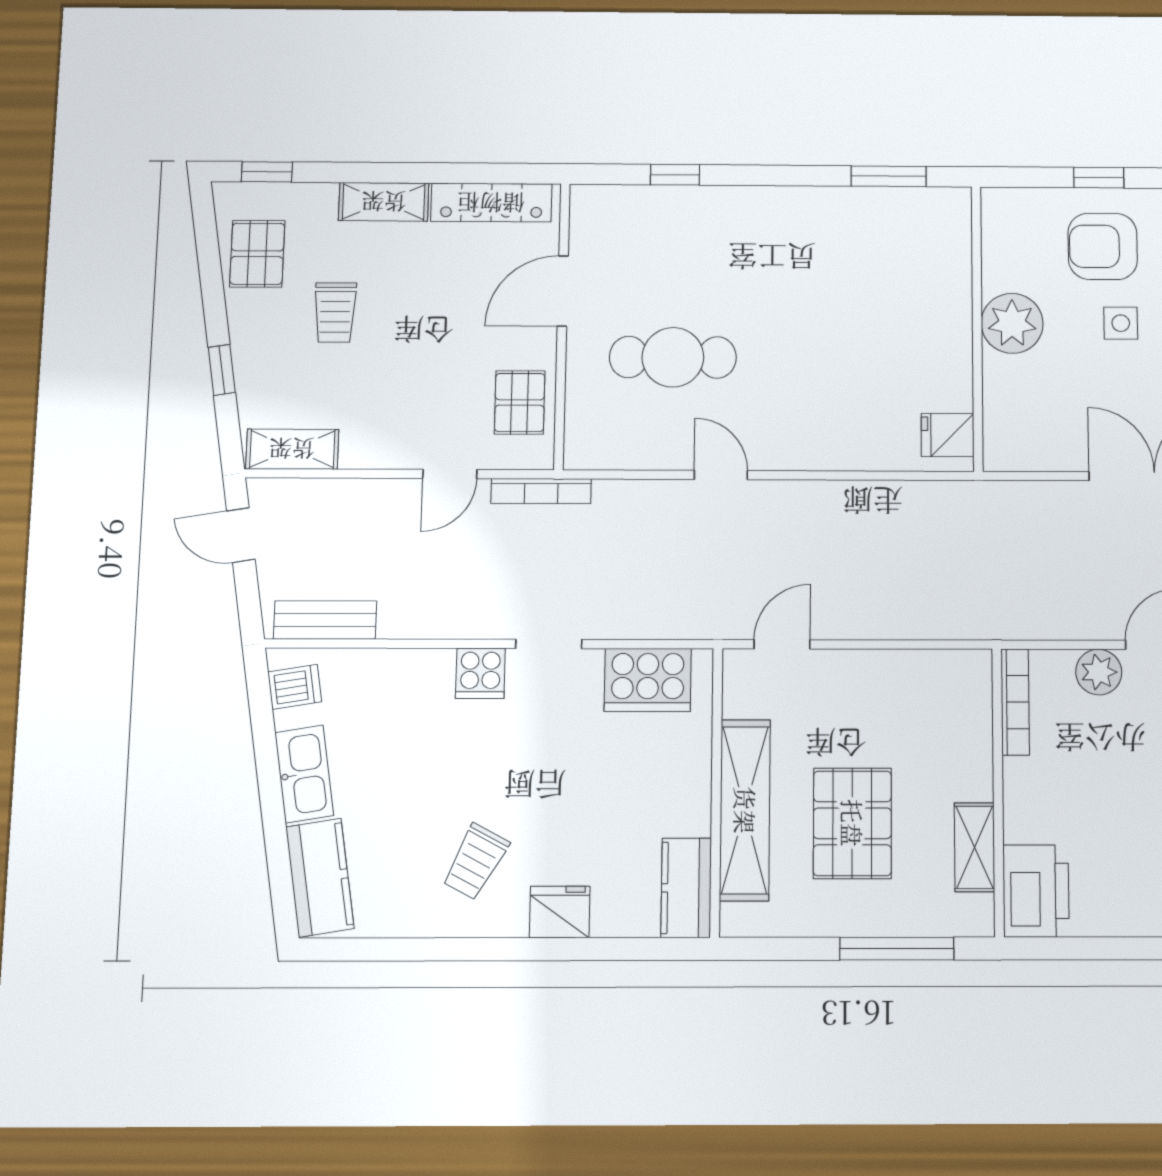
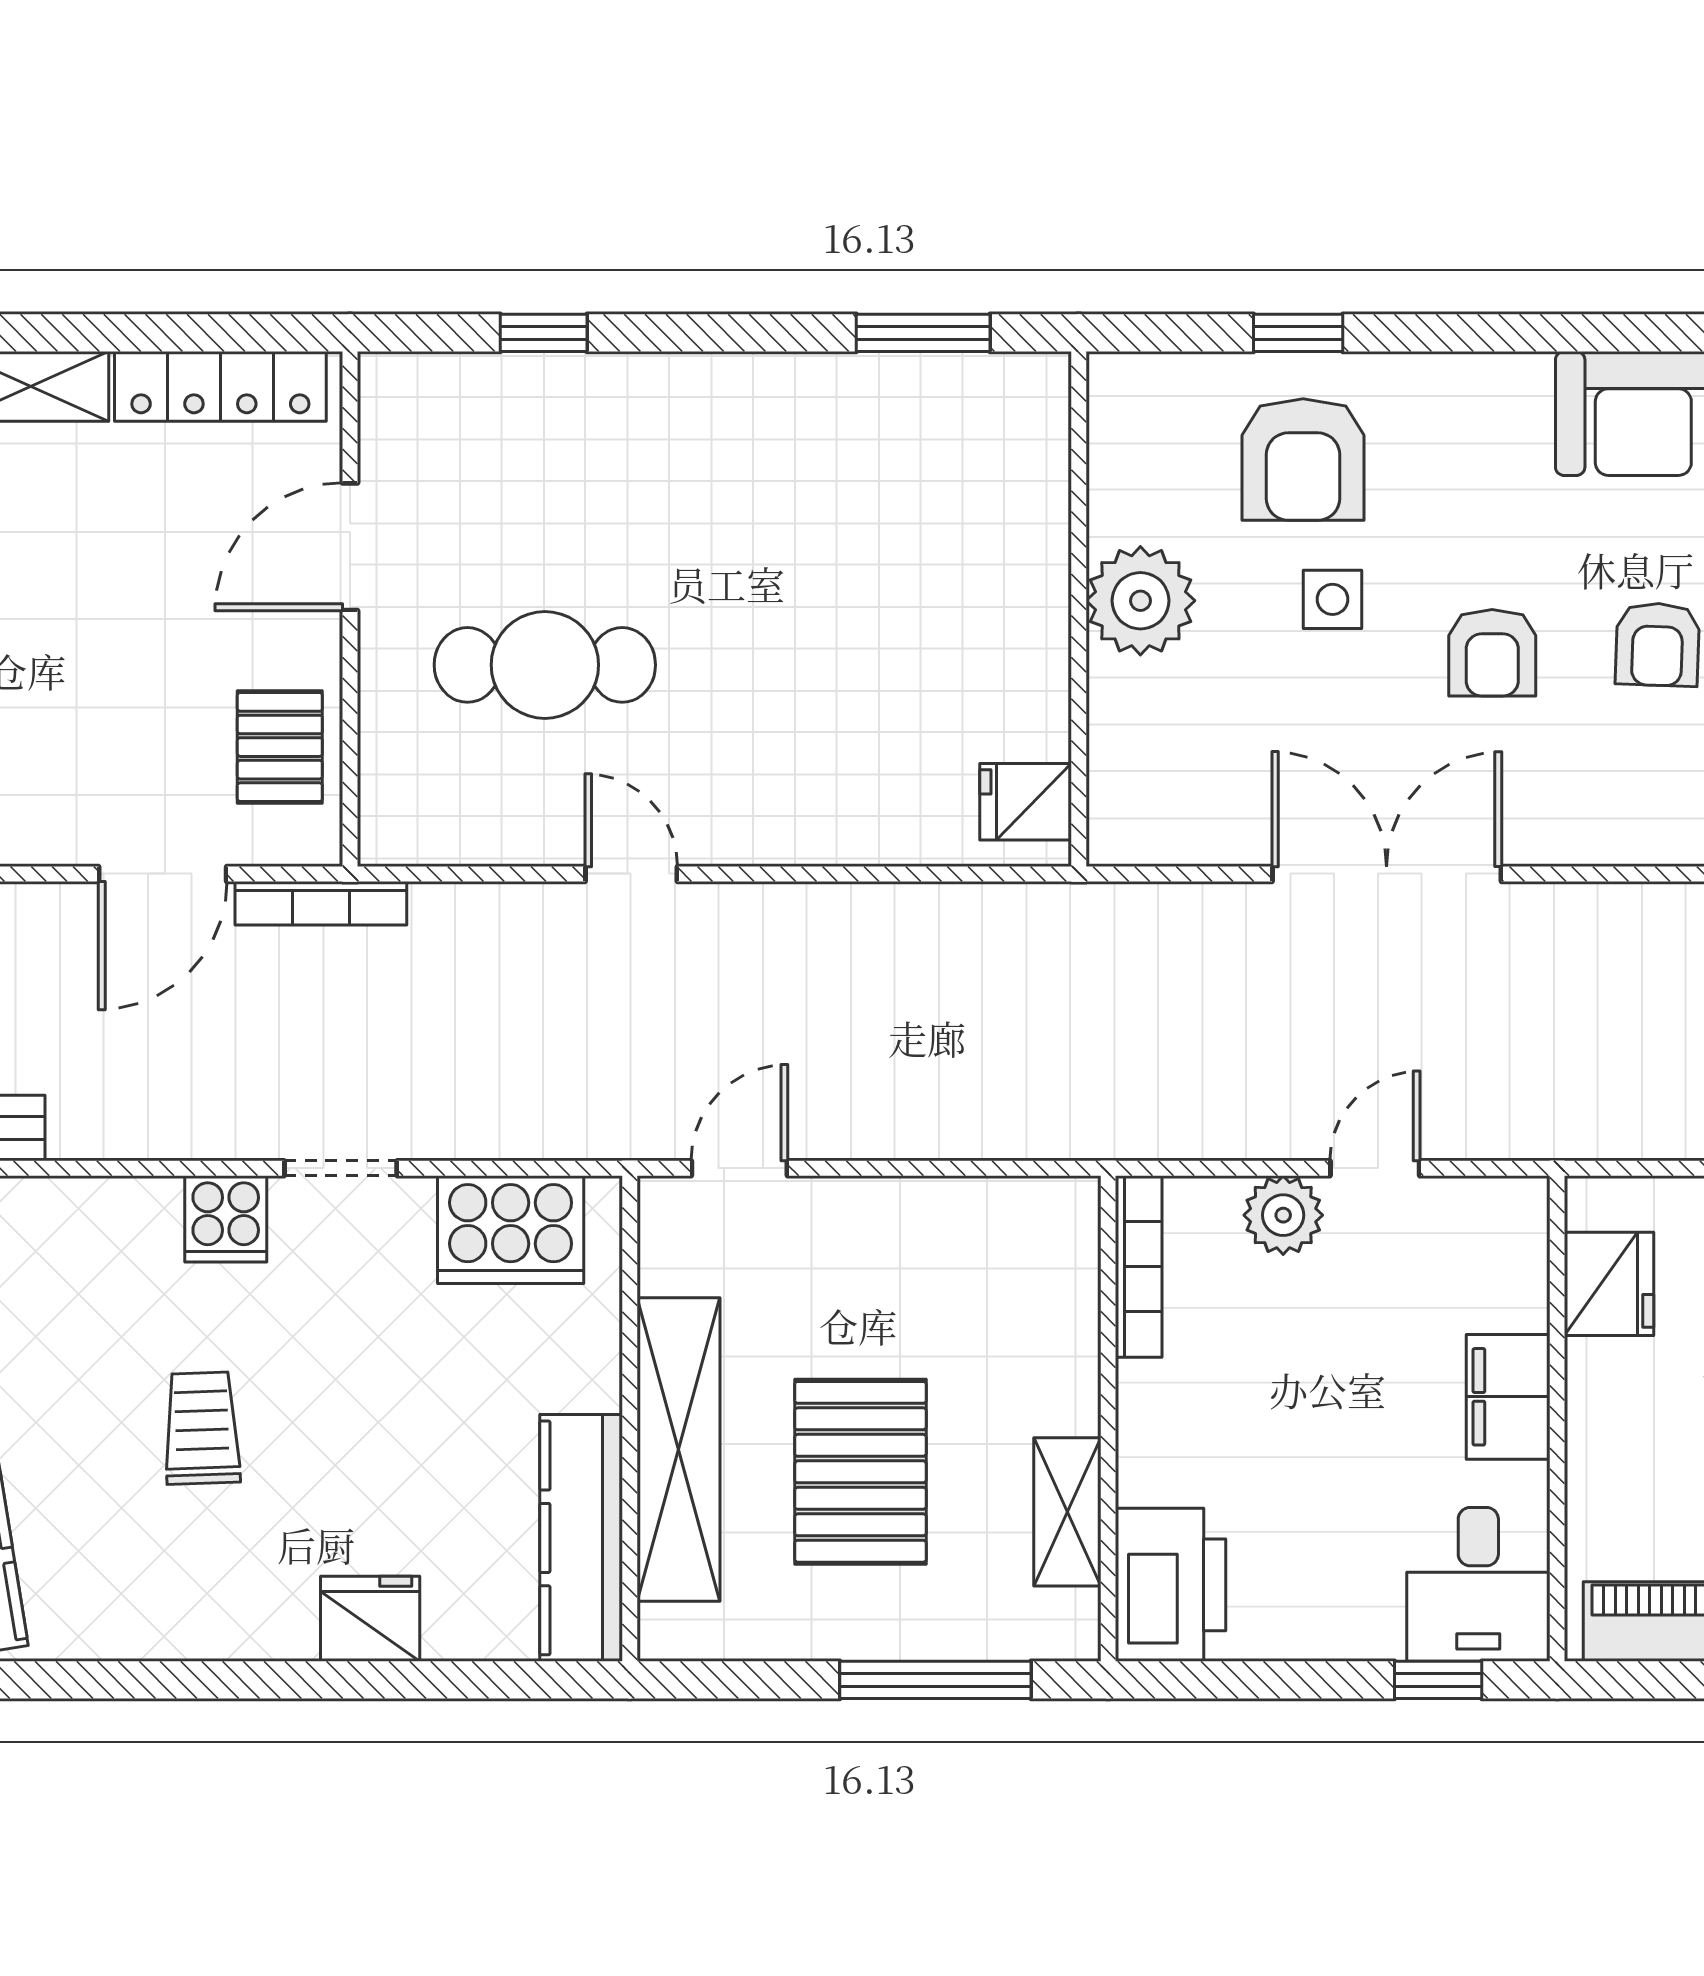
armchair: (1103, 246) -> (1303, 460), turned -90
door: (450, 474) -> (163, 874), width x1.38
trolley: (475, 862) -> (202, 1428), moved, turned 150
kitchen counter: (686, 888) -> (581, 1538), width x1.50

